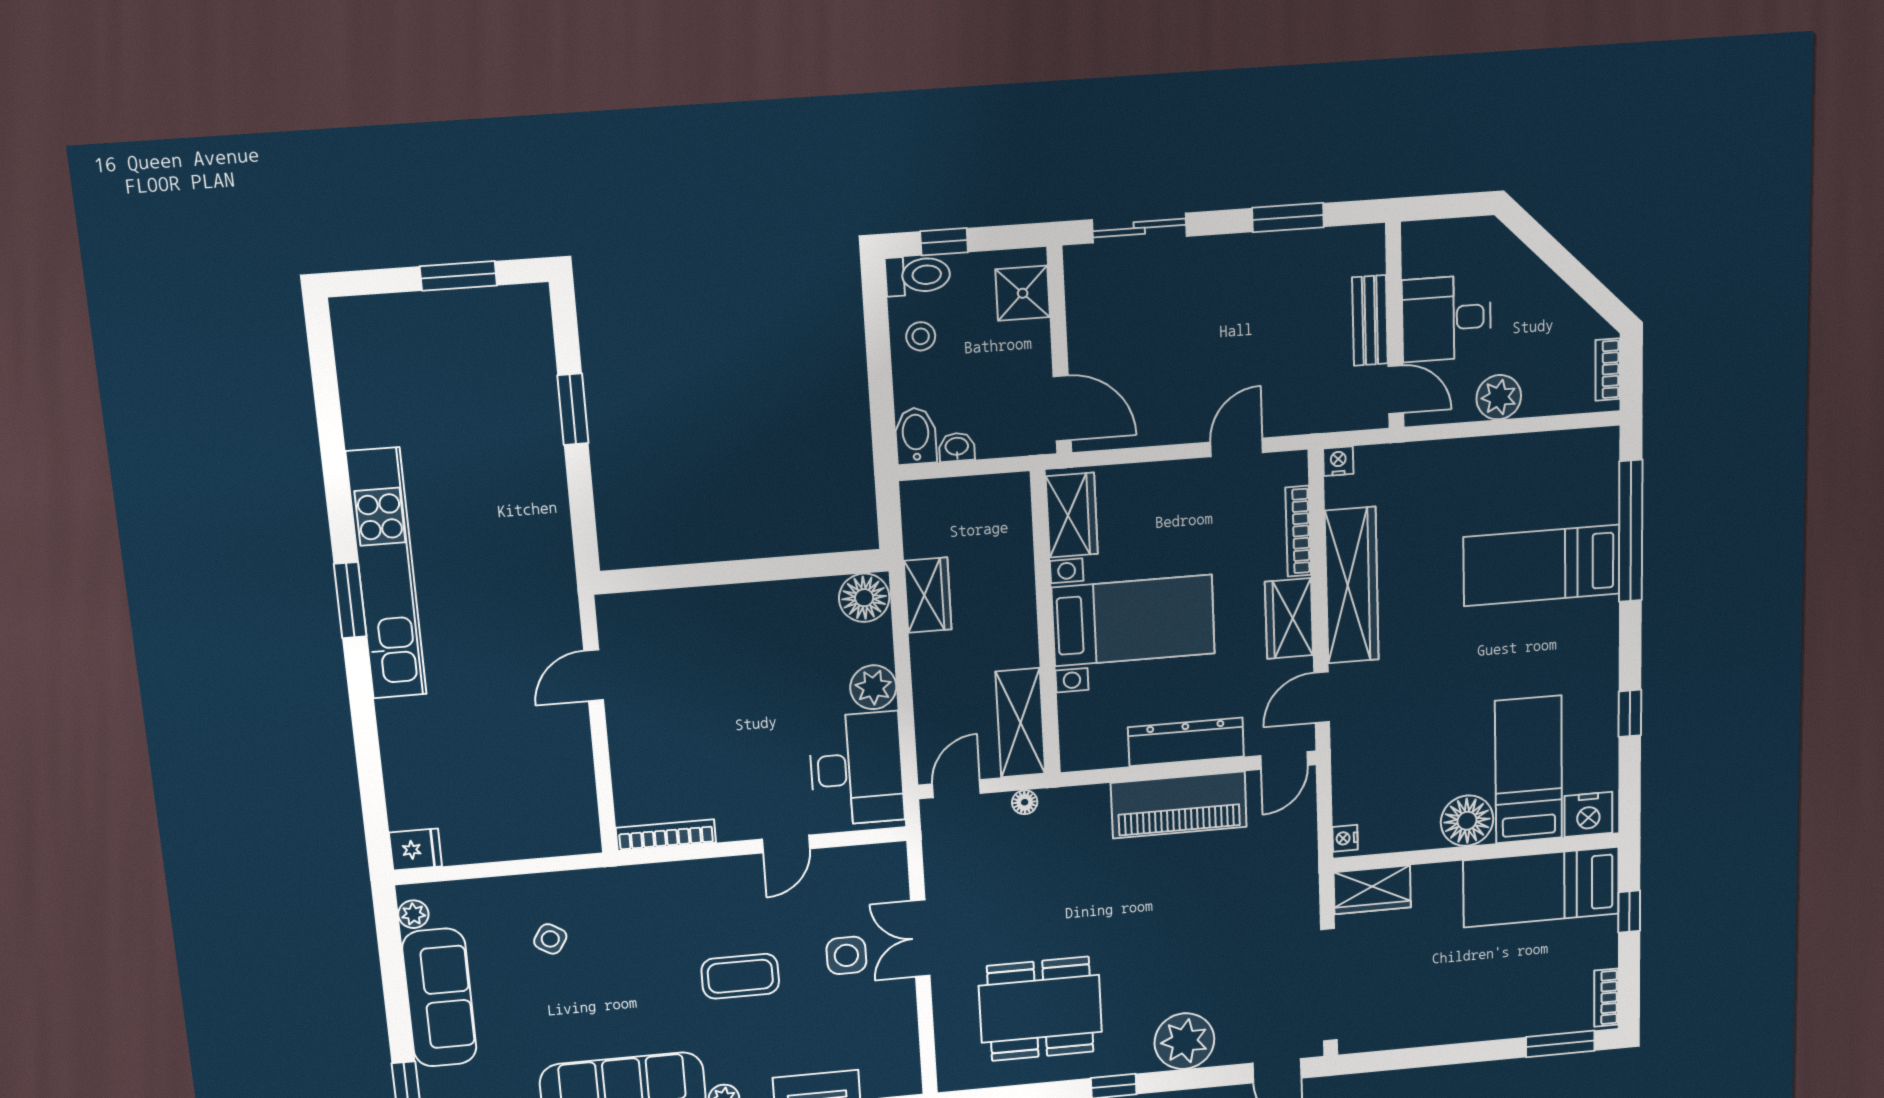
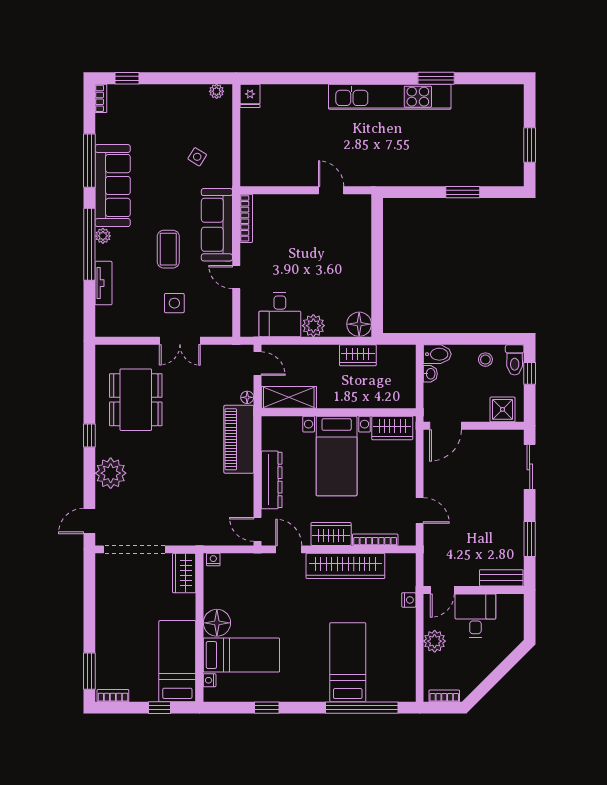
bench: (1370, 320) -> (501, 578), moved
nightstand: (1338, 461) -> (409, 600), moved
window: (350, 600) -> (436, 78), moved
desk: (856, 769) -> (280, 315), width x0.73
piano: (1179, 805) -> (239, 439), moved
nightstand: (1588, 814) -> (210, 680), width x0.53, depth x0.56
double door: (920, 938) -> (180, 341), swing flipped
sofa: (439, 998) -> (217, 225), moved, turned 90

